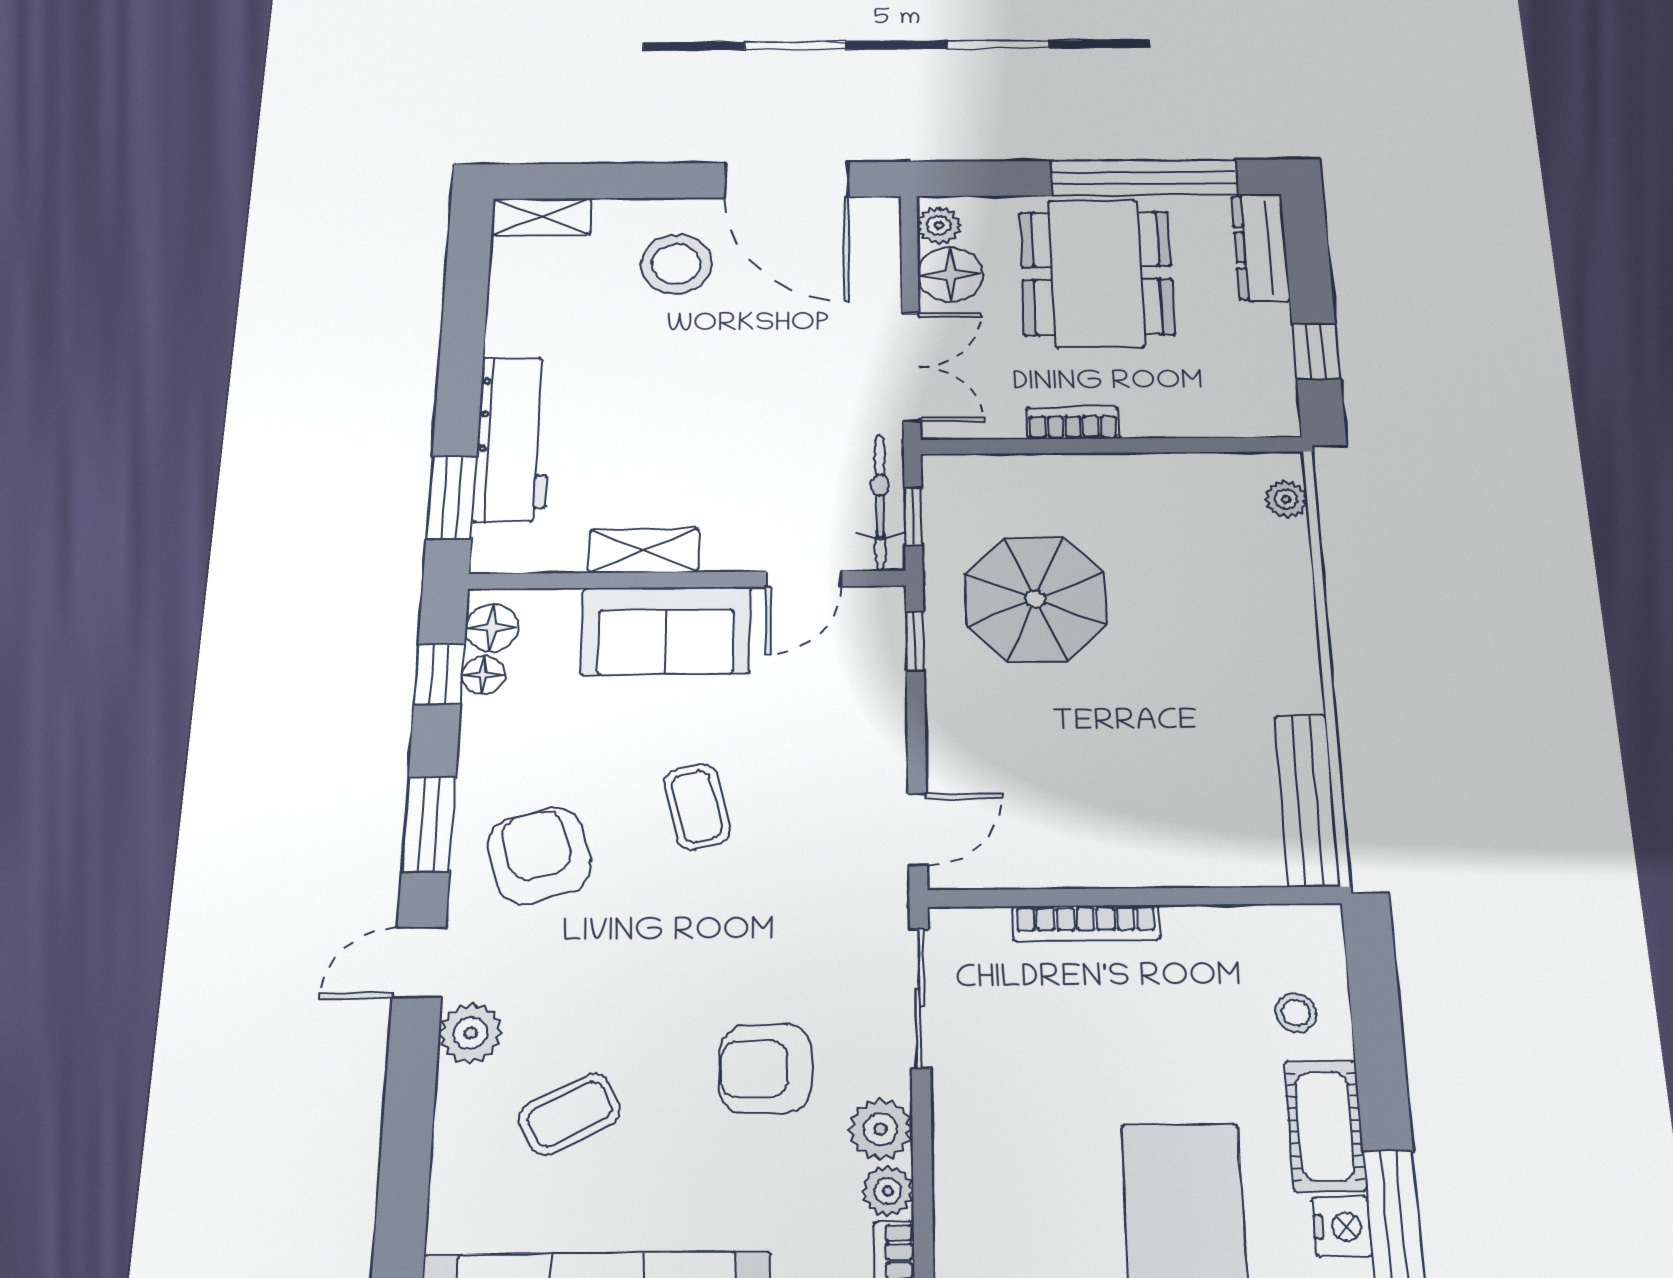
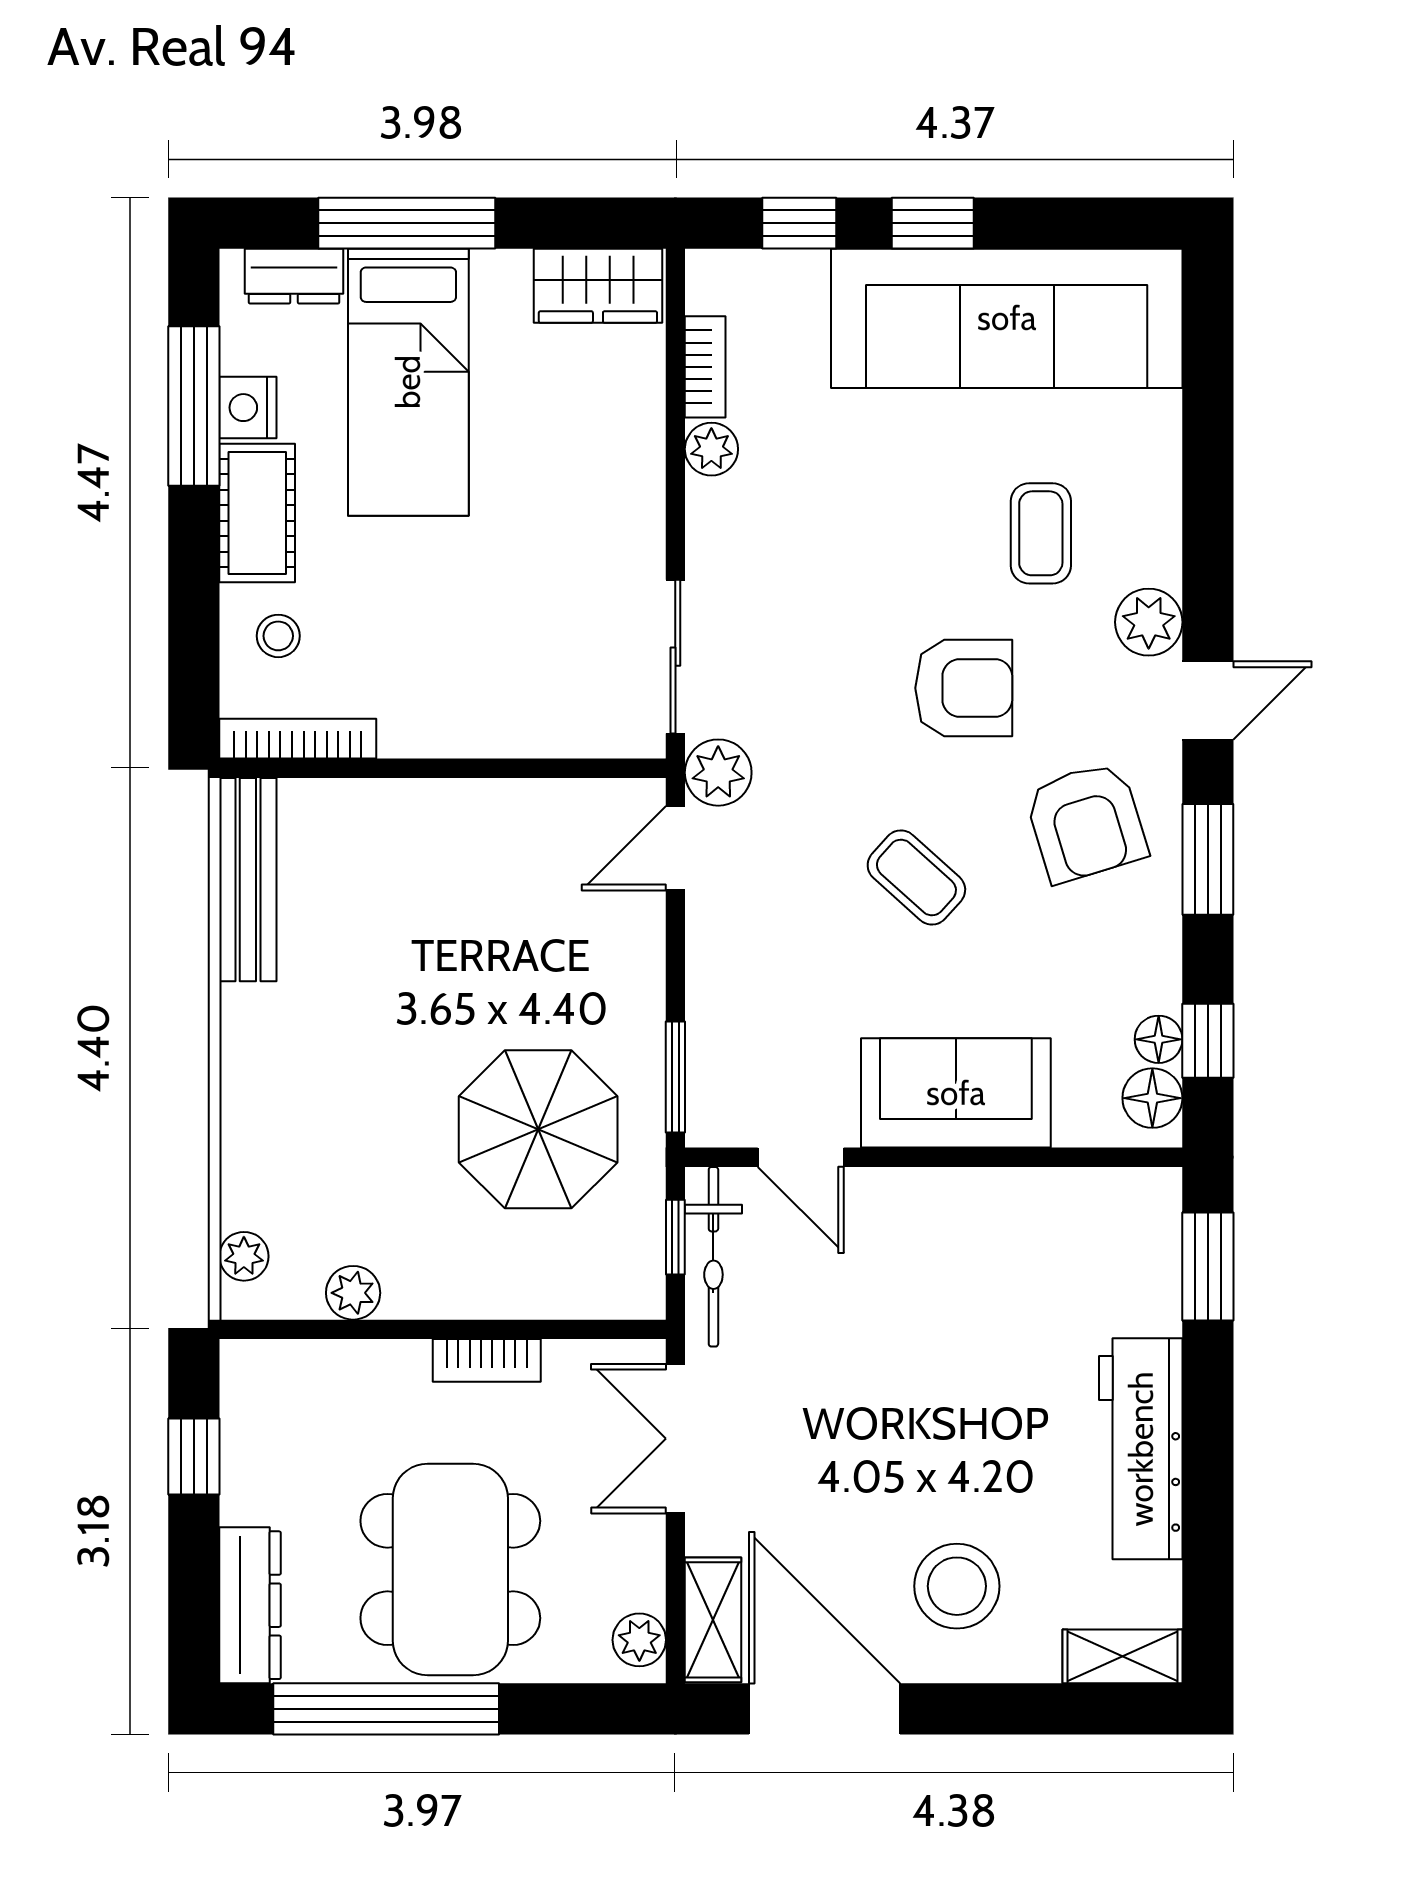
floor lamp: (950, 274) -> (627, 1569), removed
workbench: (513, 439) -> (1141, 1449), moved
plant: (1190, 472) -> (353, 1293), added
shelving: (644, 551) -> (713, 1620), moved, turned 90
door: (804, 579) -> (801, 1157), swing flipped
window: (915, 641) -> (675, 1077), width x1.50
coffee table: (697, 807) -> (916, 877), turned -34
bookcase: (1086, 923) -> (298, 739), moved
armchair: (765, 1069) -> (964, 688), moved
coffee table: (570, 1114) -> (1041, 533), turned -63
plant: (881, 1129) -> (718, 773), moved

